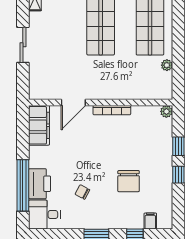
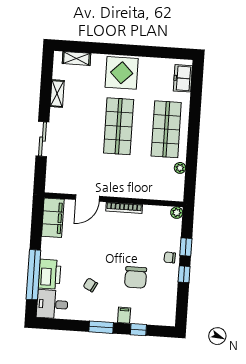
chair: (162, 158) -> (170, 257), added
filing cabinet: (150, 221) -> (124, 315), moved

